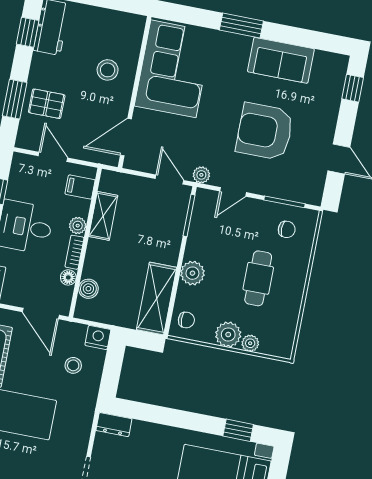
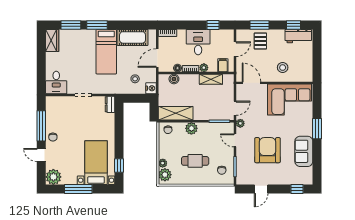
plant: (228, 335) -> (165, 175), moved

